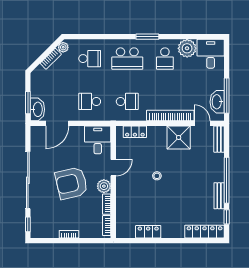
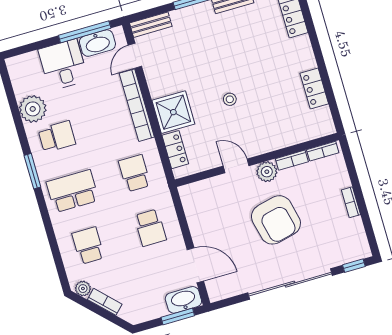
desk: (211, 54) -> (63, 65), moved, turned 90
school desk: (127, 59) -> (73, 191), turned -90
shower: (179, 137) -> (173, 112), moved
desk: (98, 140) -> (203, 200), removed

